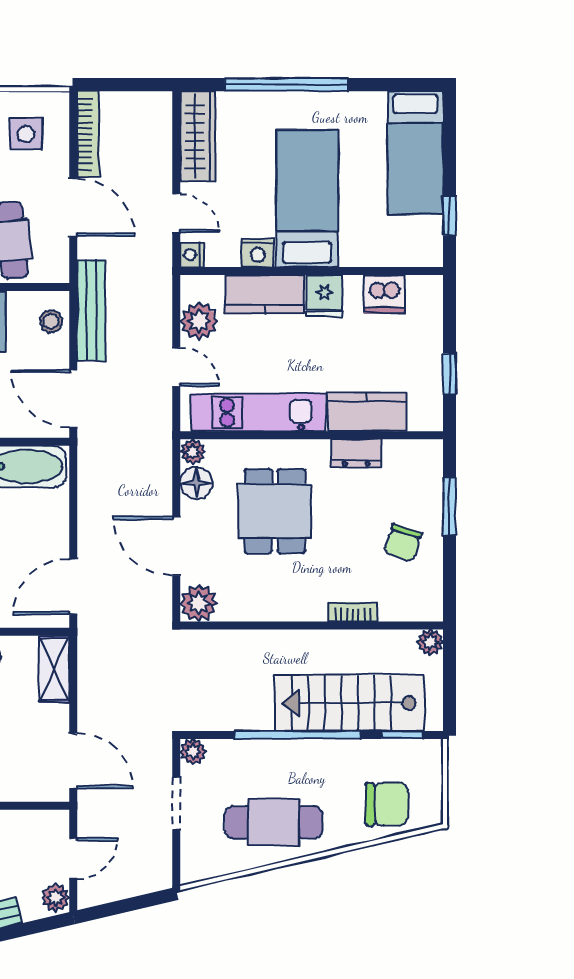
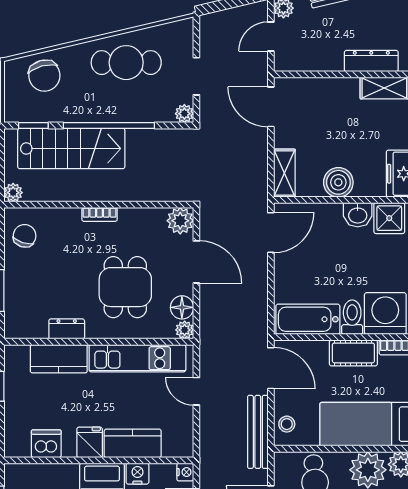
plant: (199, 321) -> (180, 424), removed
chair: (403, 543) -> (25, 236), moved
bookcase: (353, 612) -> (100, 214), moved
chair: (387, 804) -> (44, 76), turned -105

